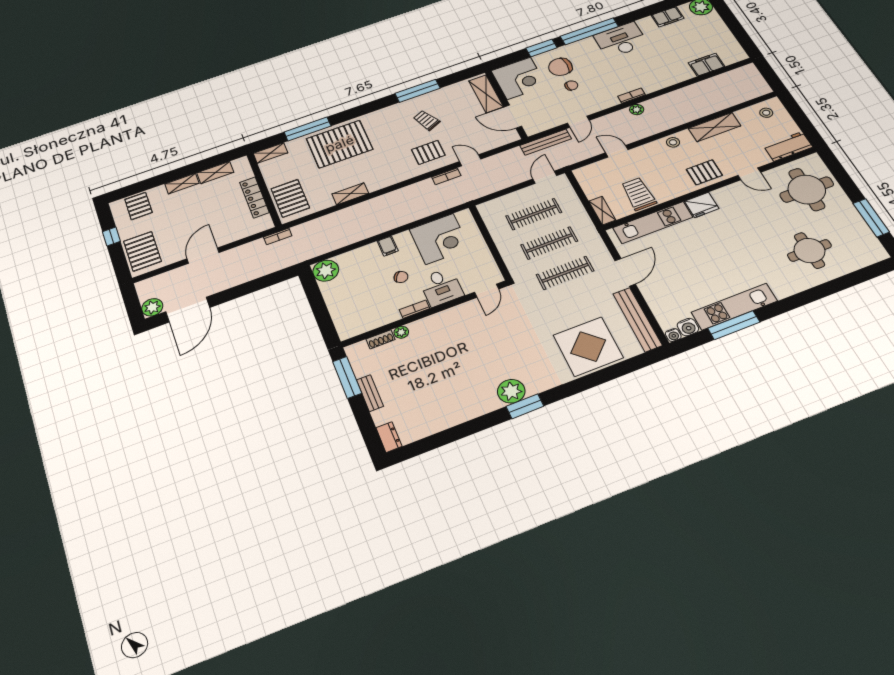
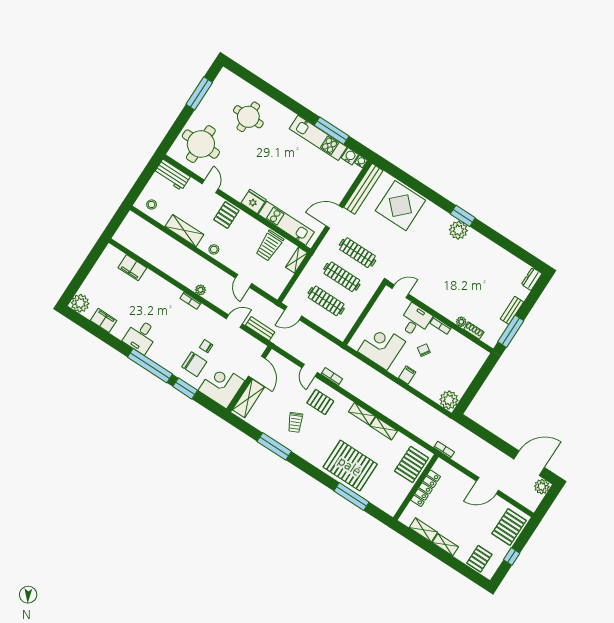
desk: (621, 40) -> (141, 336), width x0.73
bench: (546, 142) -> (260, 329), width x0.73
shelving: (270, 153) -> (362, 414), moved
pallet: (704, 172) -> (226, 215), turned 90

